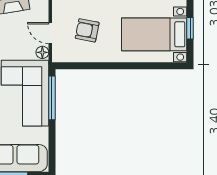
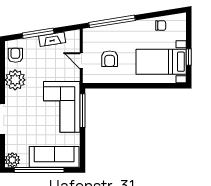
armchair: (87, 30) -> (110, 59), turned -101
floor lamp: (42, 52) -> (75, 76), removed

